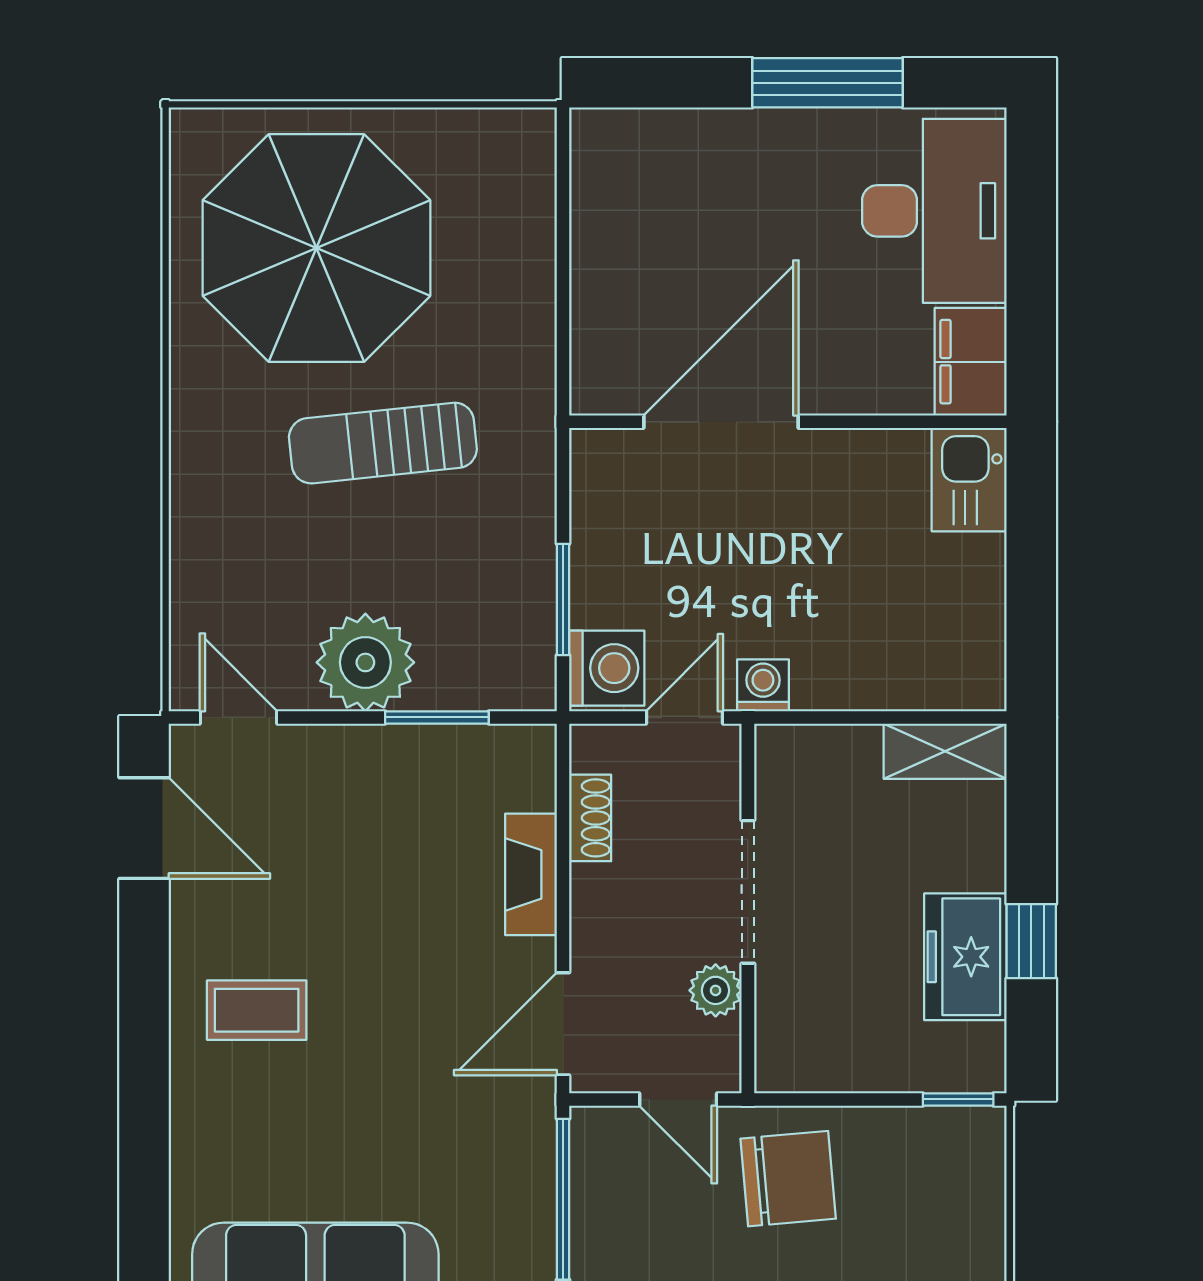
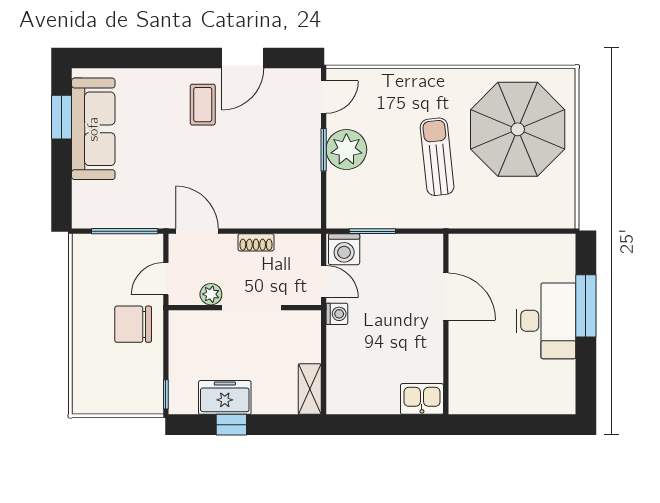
window: (827, 83) -> (586, 306), moved
desk: (934, 211) -> (546, 321), moved, turned -90
filing cabinet: (971, 362) -> (471, 400), removed
door: (721, 422) -> (446, 296), width x0.73
window: (437, 717) -> (324, 150), moved
shoe rack: (590, 818) -> (256, 242), moved
door: (144, 828) -> (243, 58), moved
fireplace: (531, 874) -> (259, 218), removed
chair: (788, 1179) -> (133, 324), turned 95

